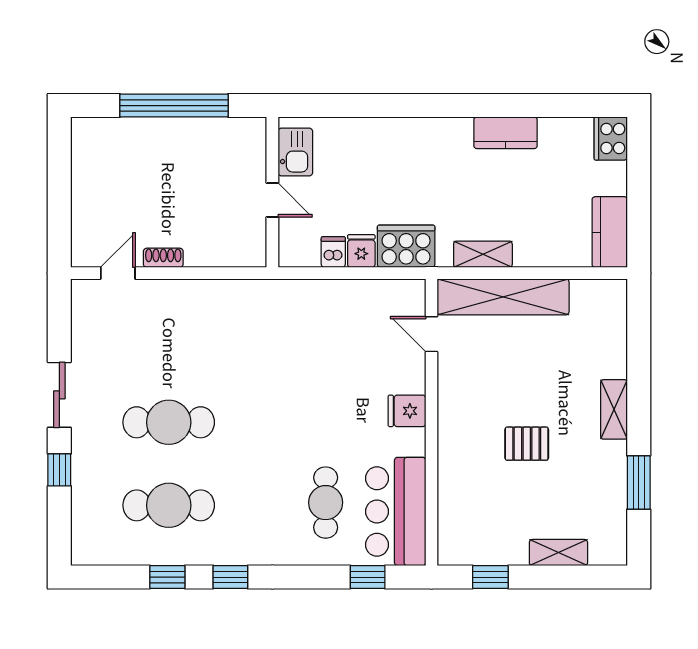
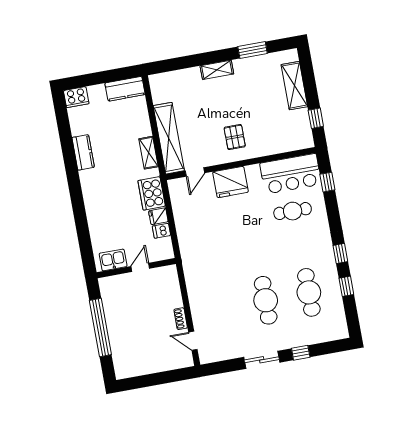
fridge: (407, 411) -> (231, 182), width x1.88, depth x1.34
pallet: (527, 444) -> (235, 137), moved
shelving: (558, 553) -> (294, 86), width x1.50, depth x1.33

